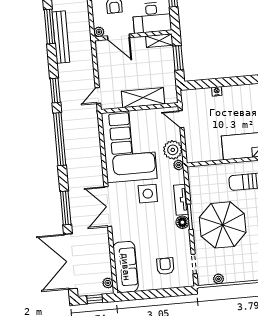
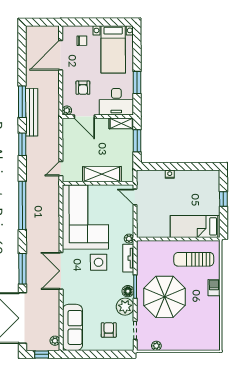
window: (55, 91) -> (22, 144), moved
plant: (173, 150) -> (125, 307), moved
tv unit: (181, 200) -> (128, 258), moved

